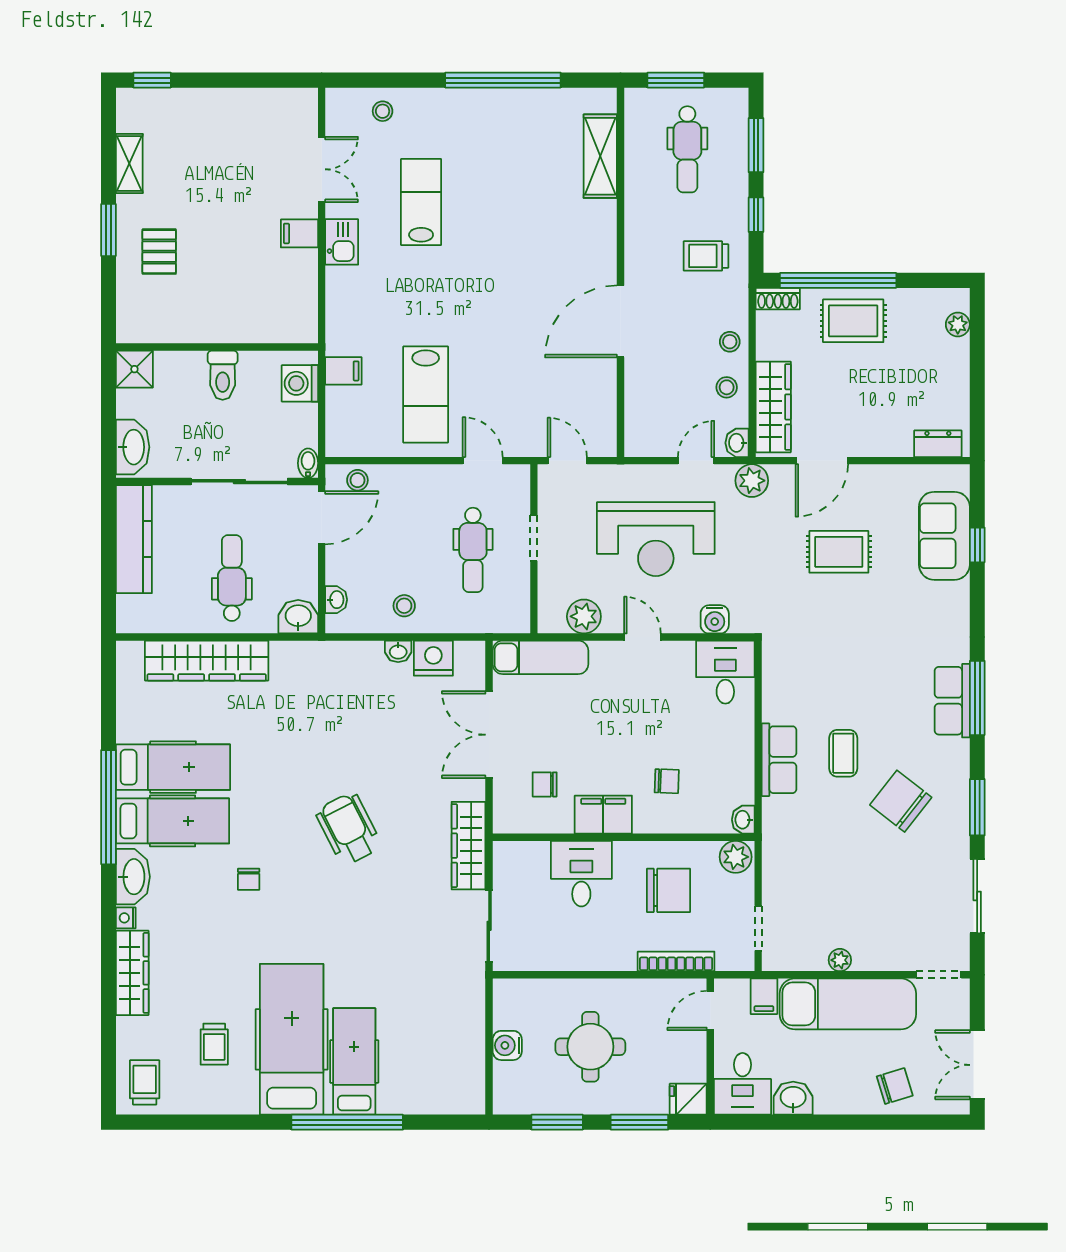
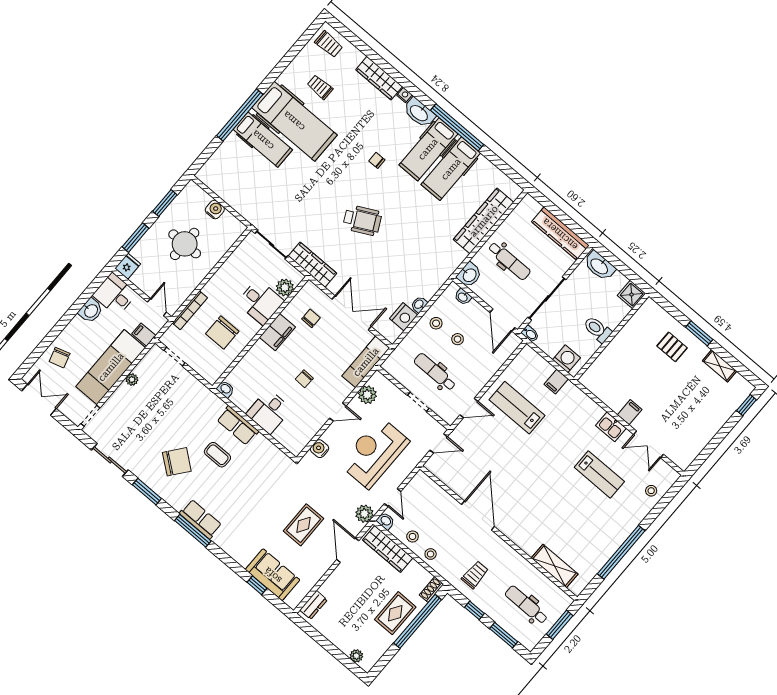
stool: (357, 480) -> (458, 339), moved
desk: (725, 672) -> (269, 411), moved, turned 90
chair: (667, 781) -> (304, 379), moved
plant: (736, 857) -> (285, 287), moved

